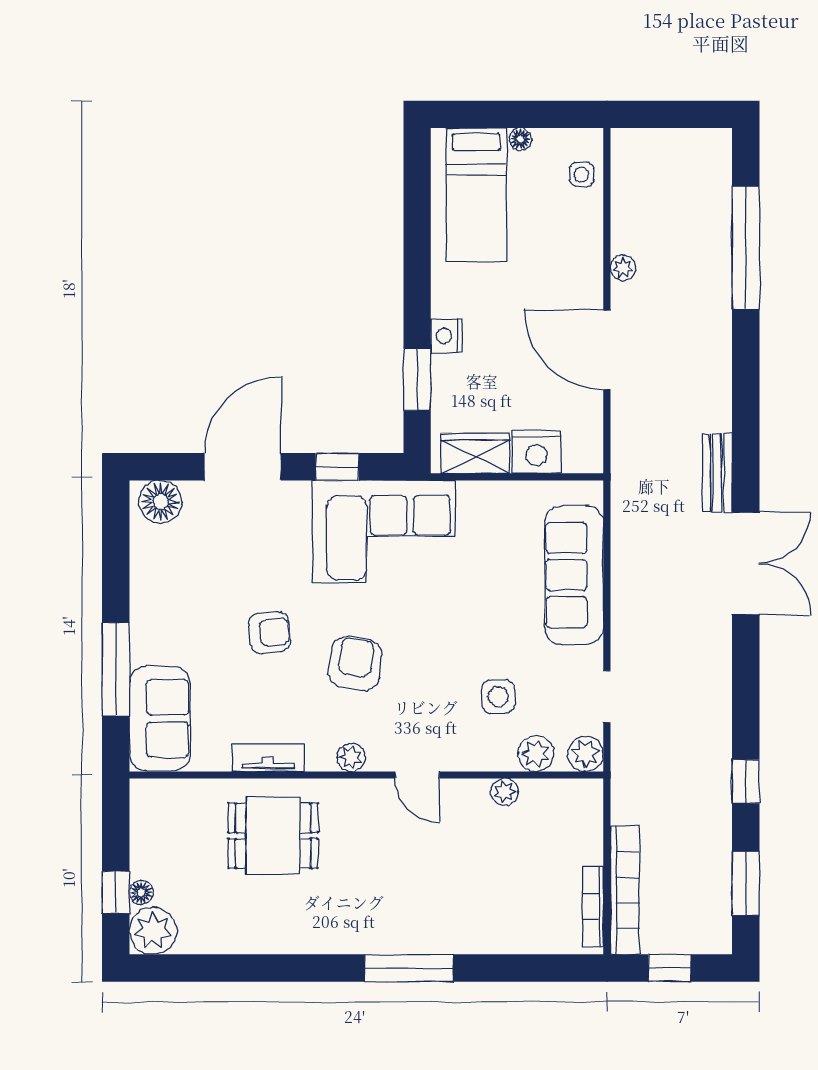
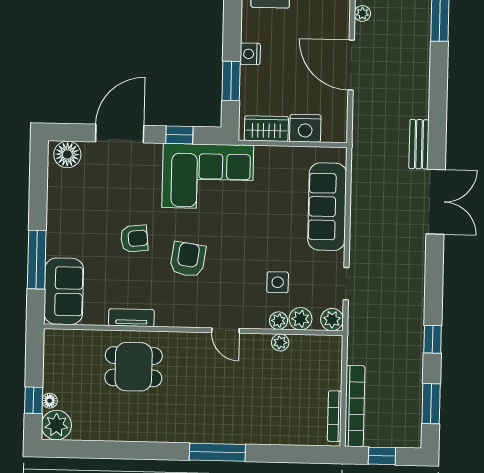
plant: (351, 757) -> (278, 321), moved

